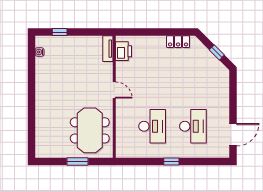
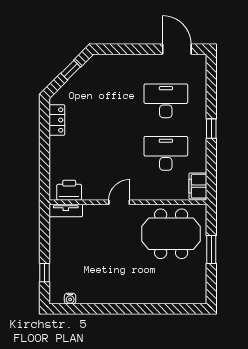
filing cabinet: (127, 151) -> (198, 186), added

